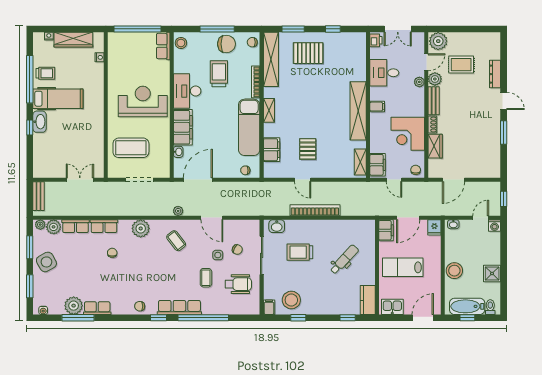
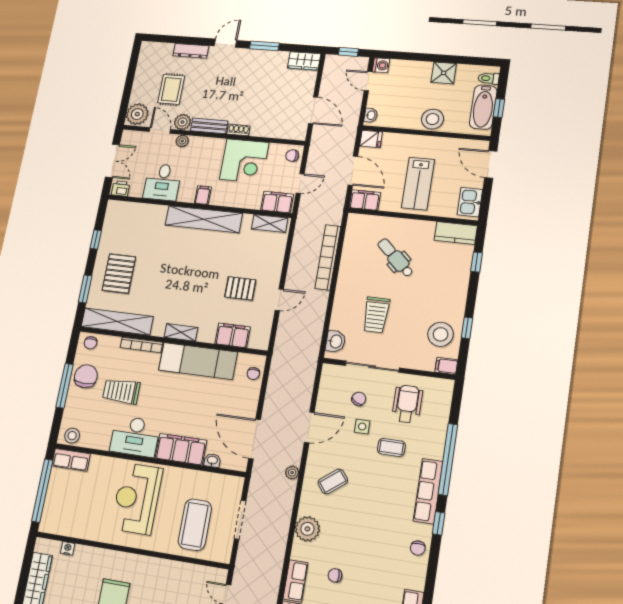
wardrobe: (435, 146) -> (304, 61), moved, turned 180
bookcase: (315, 210) -> (328, 257), moved

